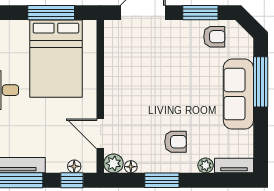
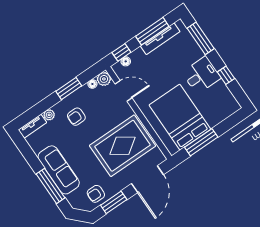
rug: (145, 71) -> (122, 146), added

